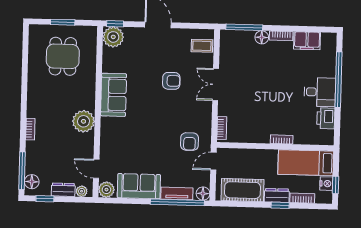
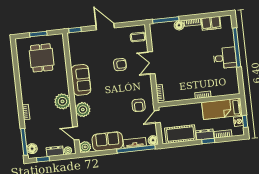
plant: (113, 37) -> (83, 110), moved
printer: (326, 118) -> (232, 76), removed

